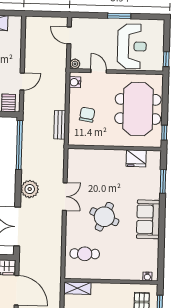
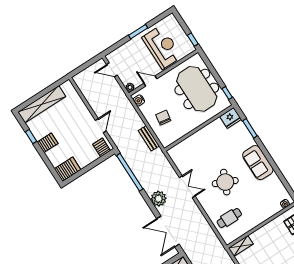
fridge: (136, 158) -> (231, 118), moved

